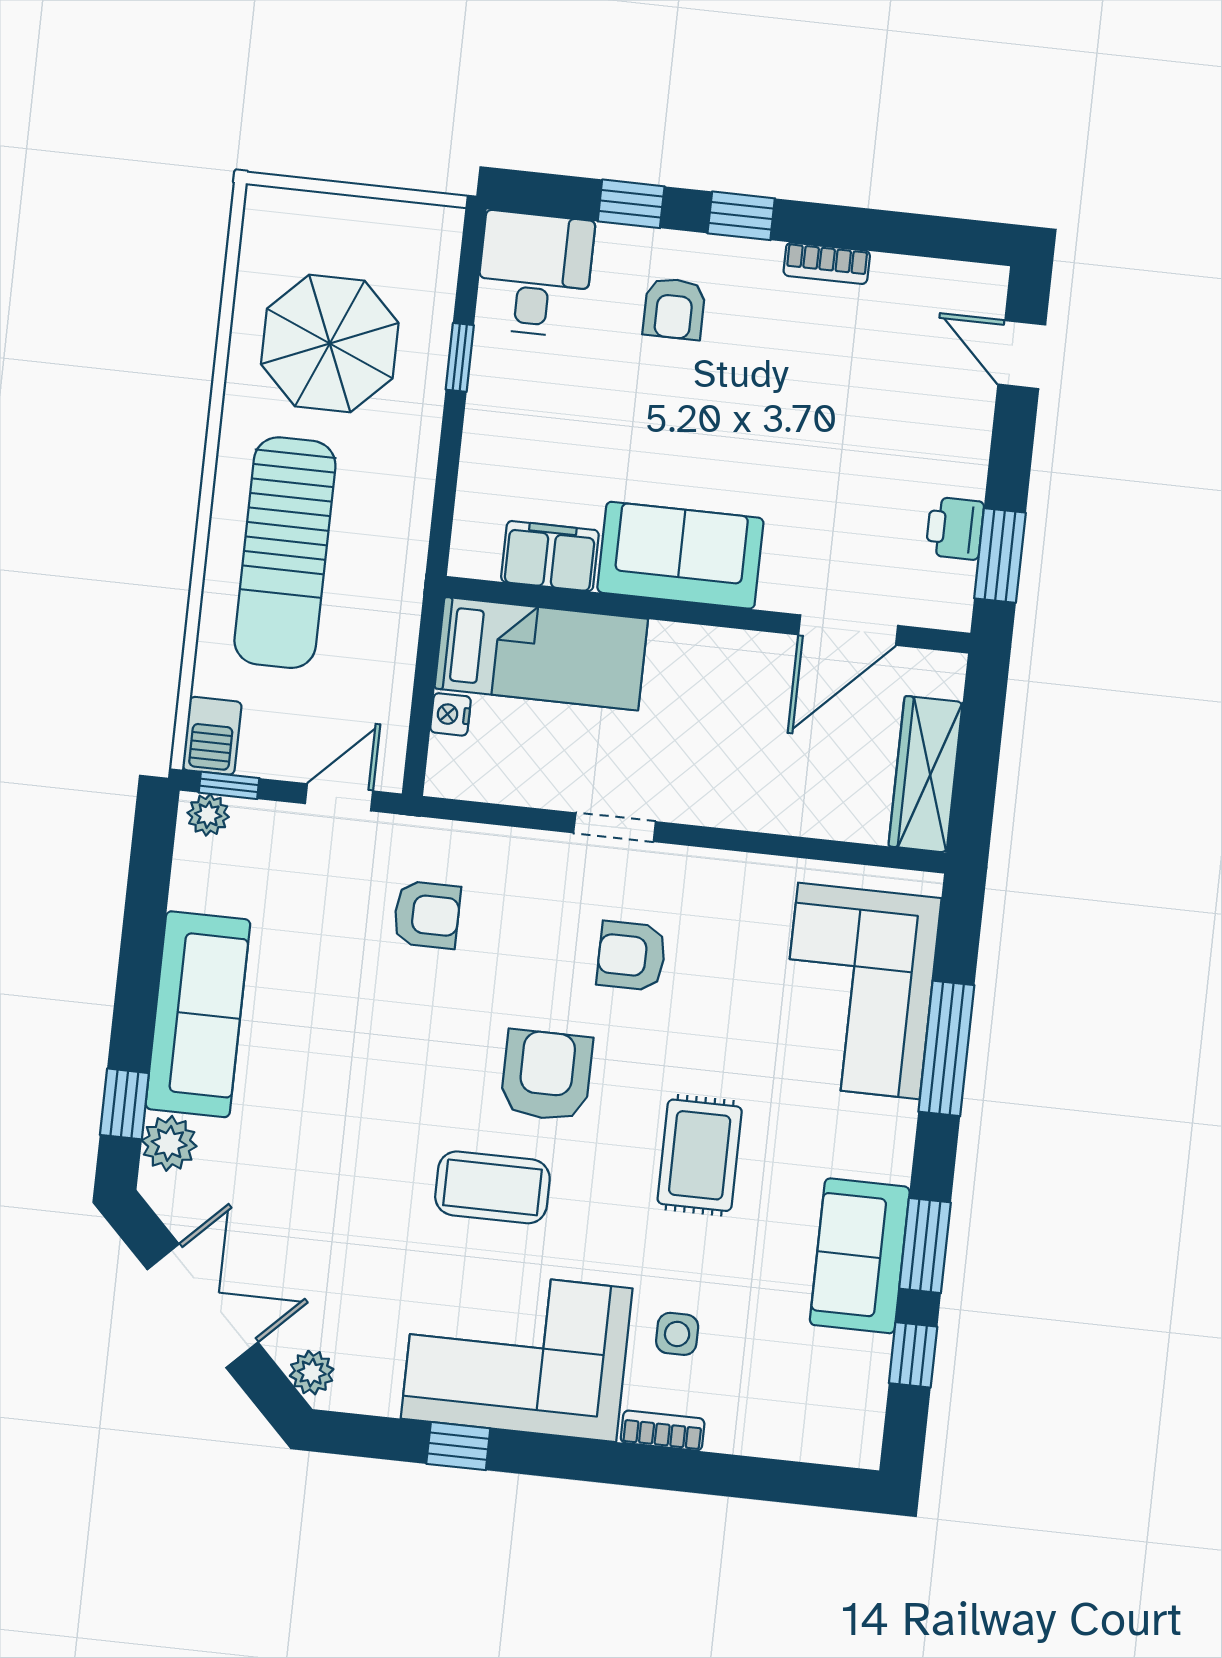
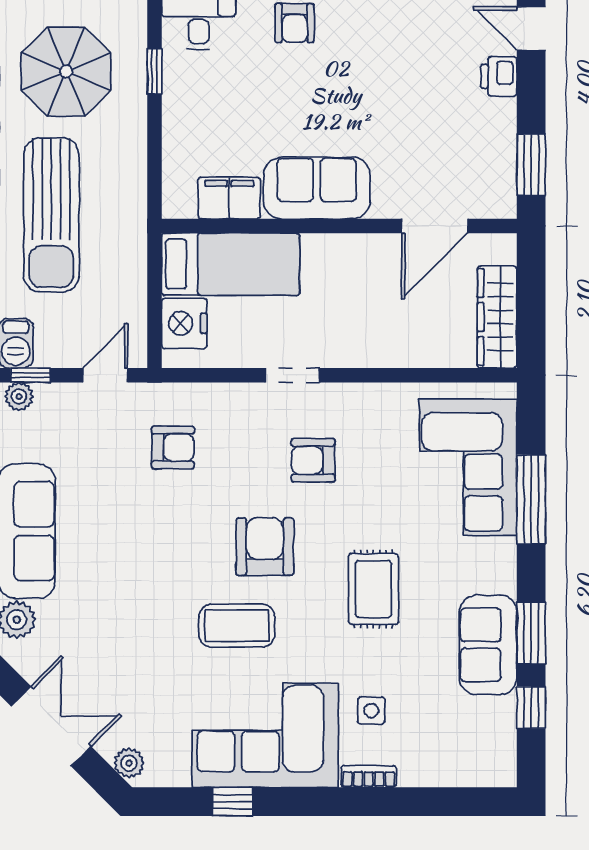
printer: (955, 528) -> (499, 76), moved
nightstand: (450, 714) -> (184, 323), width x1.89, depth x1.79

